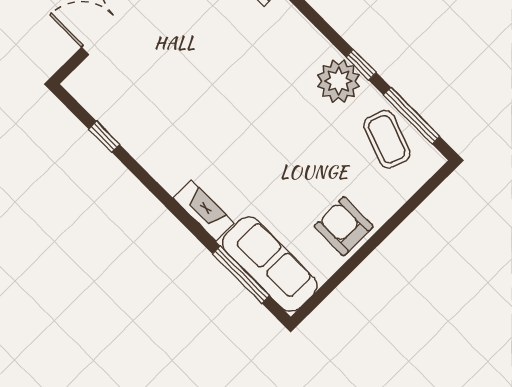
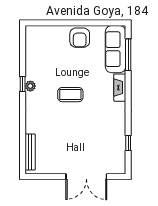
plant: (339, 81) -> (30, 86), width x0.53, depth x0.53
window: (412, 116) -> (23, 51), removed
coffee table: (387, 139) -> (70, 95), moved, turned 70

